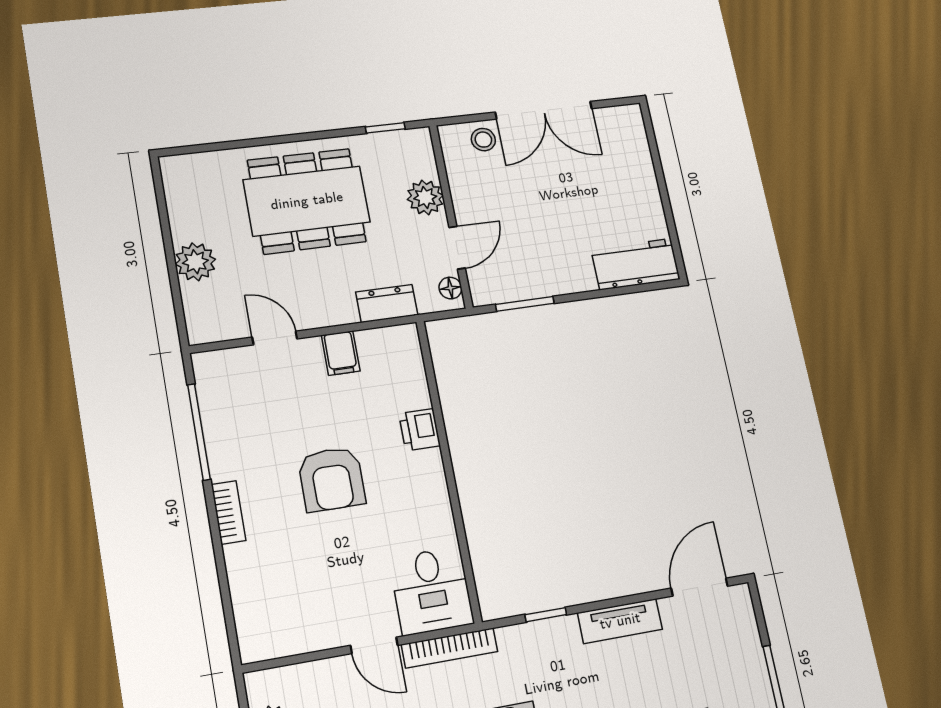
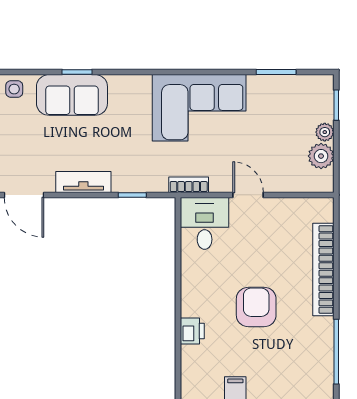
bookcase: (229, 512) -> (323, 269), width x2.31, depth x1.31
door: (699, 587) -> (24, 195), hinge flipped
bookcase: (450, 648) -> (189, 185), width x0.64

